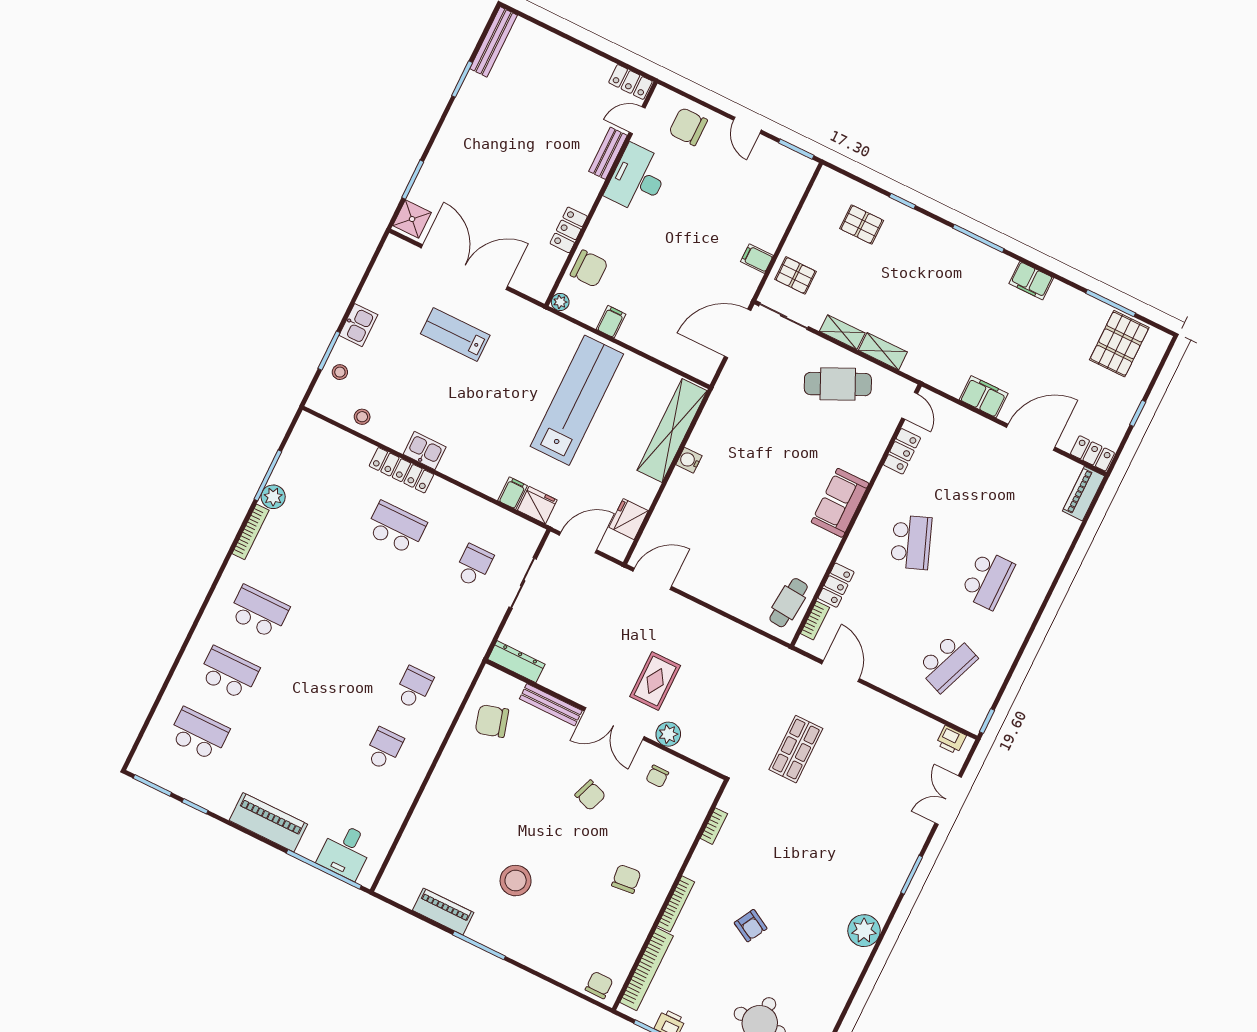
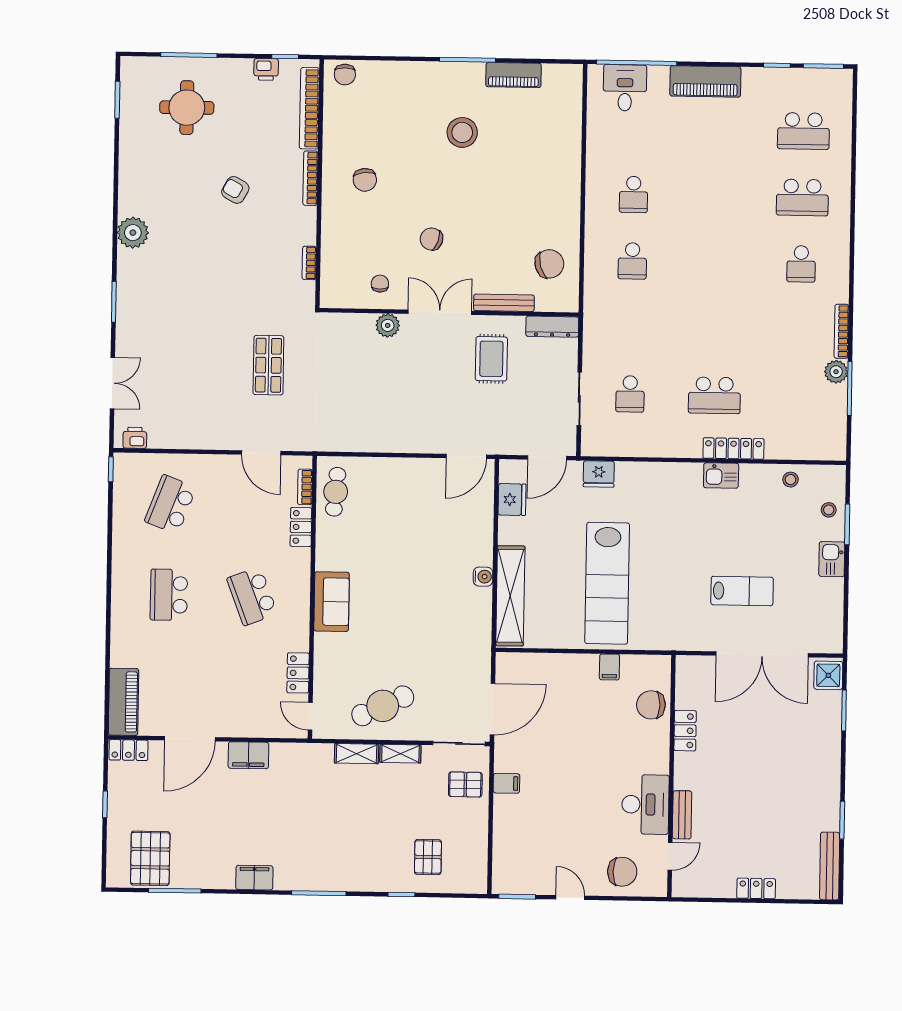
locker: (630, 82) -> (756, 888), moved
pallet: (862, 224) -> (428, 857), turned 90
plant: (560, 302) -> (663, 663), removed
filing cabinet: (513, 493) -> (626, 474), removed
piano: (1083, 494) -> (124, 702), width x1.37, depth x1.33
school desk: (259, 612) -> (801, 264), width x0.54
rug: (655, 681) -> (491, 359), moved

